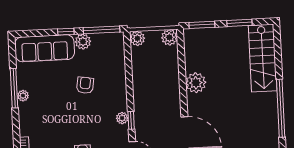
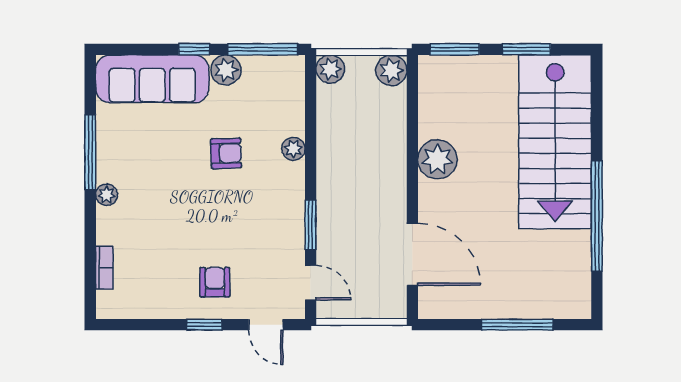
stairs: (263, 58) -> (555, 142), width x1.36, depth x1.51
armchair: (85, 85) -> (226, 153), turned 79
plant: (23, 96) -> (107, 195), moved
plant: (122, 118) -> (293, 149), moved
window: (131, 120) -> (311, 225), width x1.50

